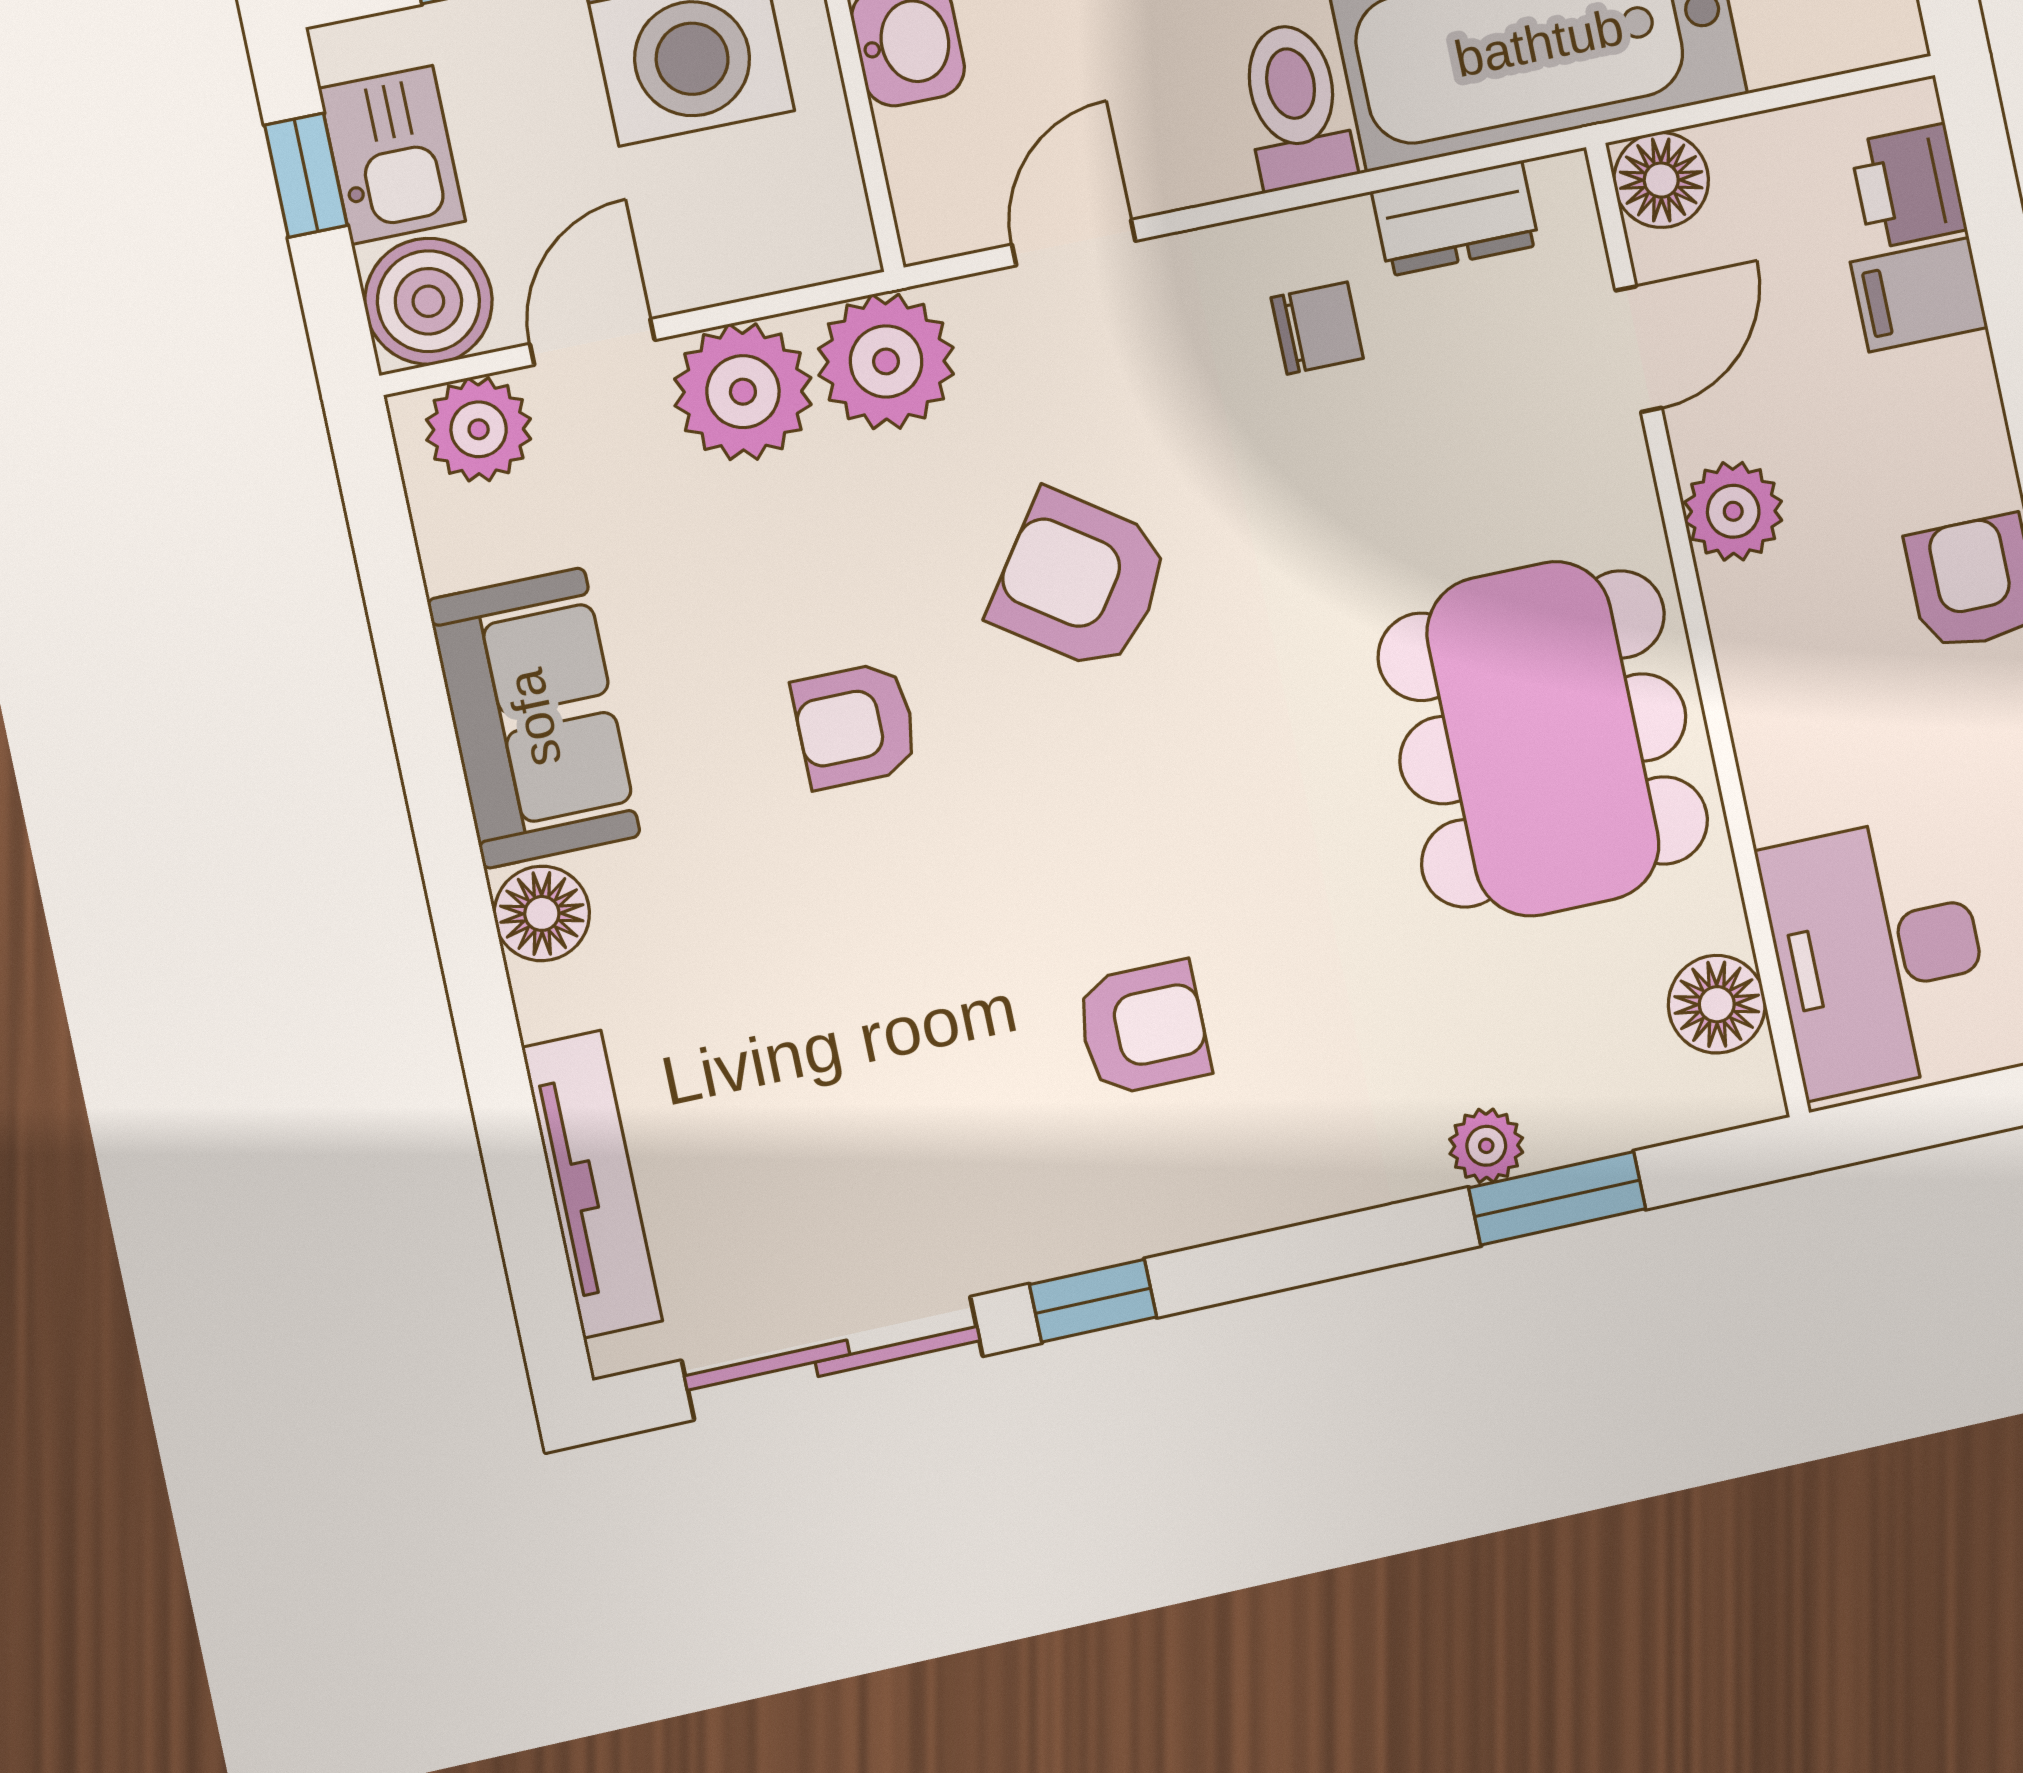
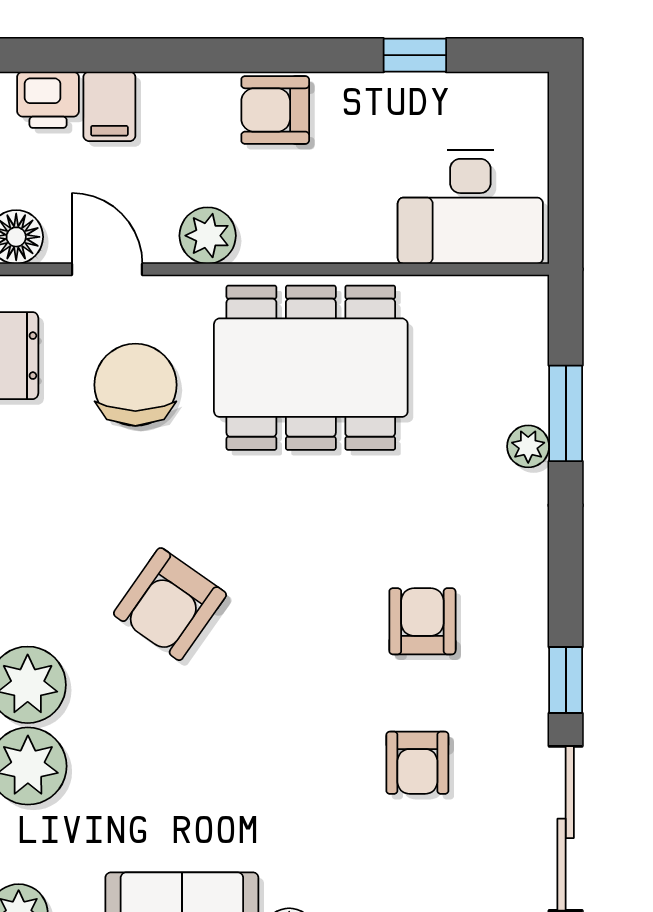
chair: (1317, 328) -> (135, 385), moved, width x1.87, depth x1.87
armchair: (855, 725) -> (417, 763), moved
floor lamp: (1717, 1004) -> (478, 302), removed

